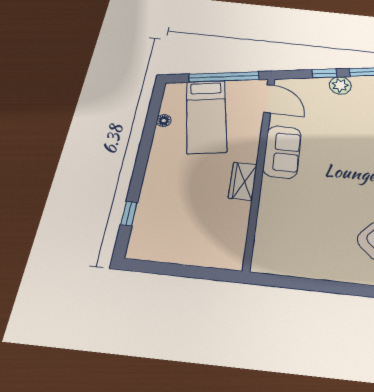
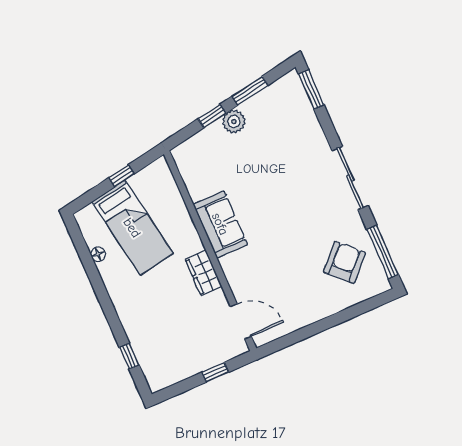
window: (224, 77) -> (122, 176), width x0.32
door: (269, 99) -> (241, 321), moved
window: (197, 272) -> (215, 372), added

